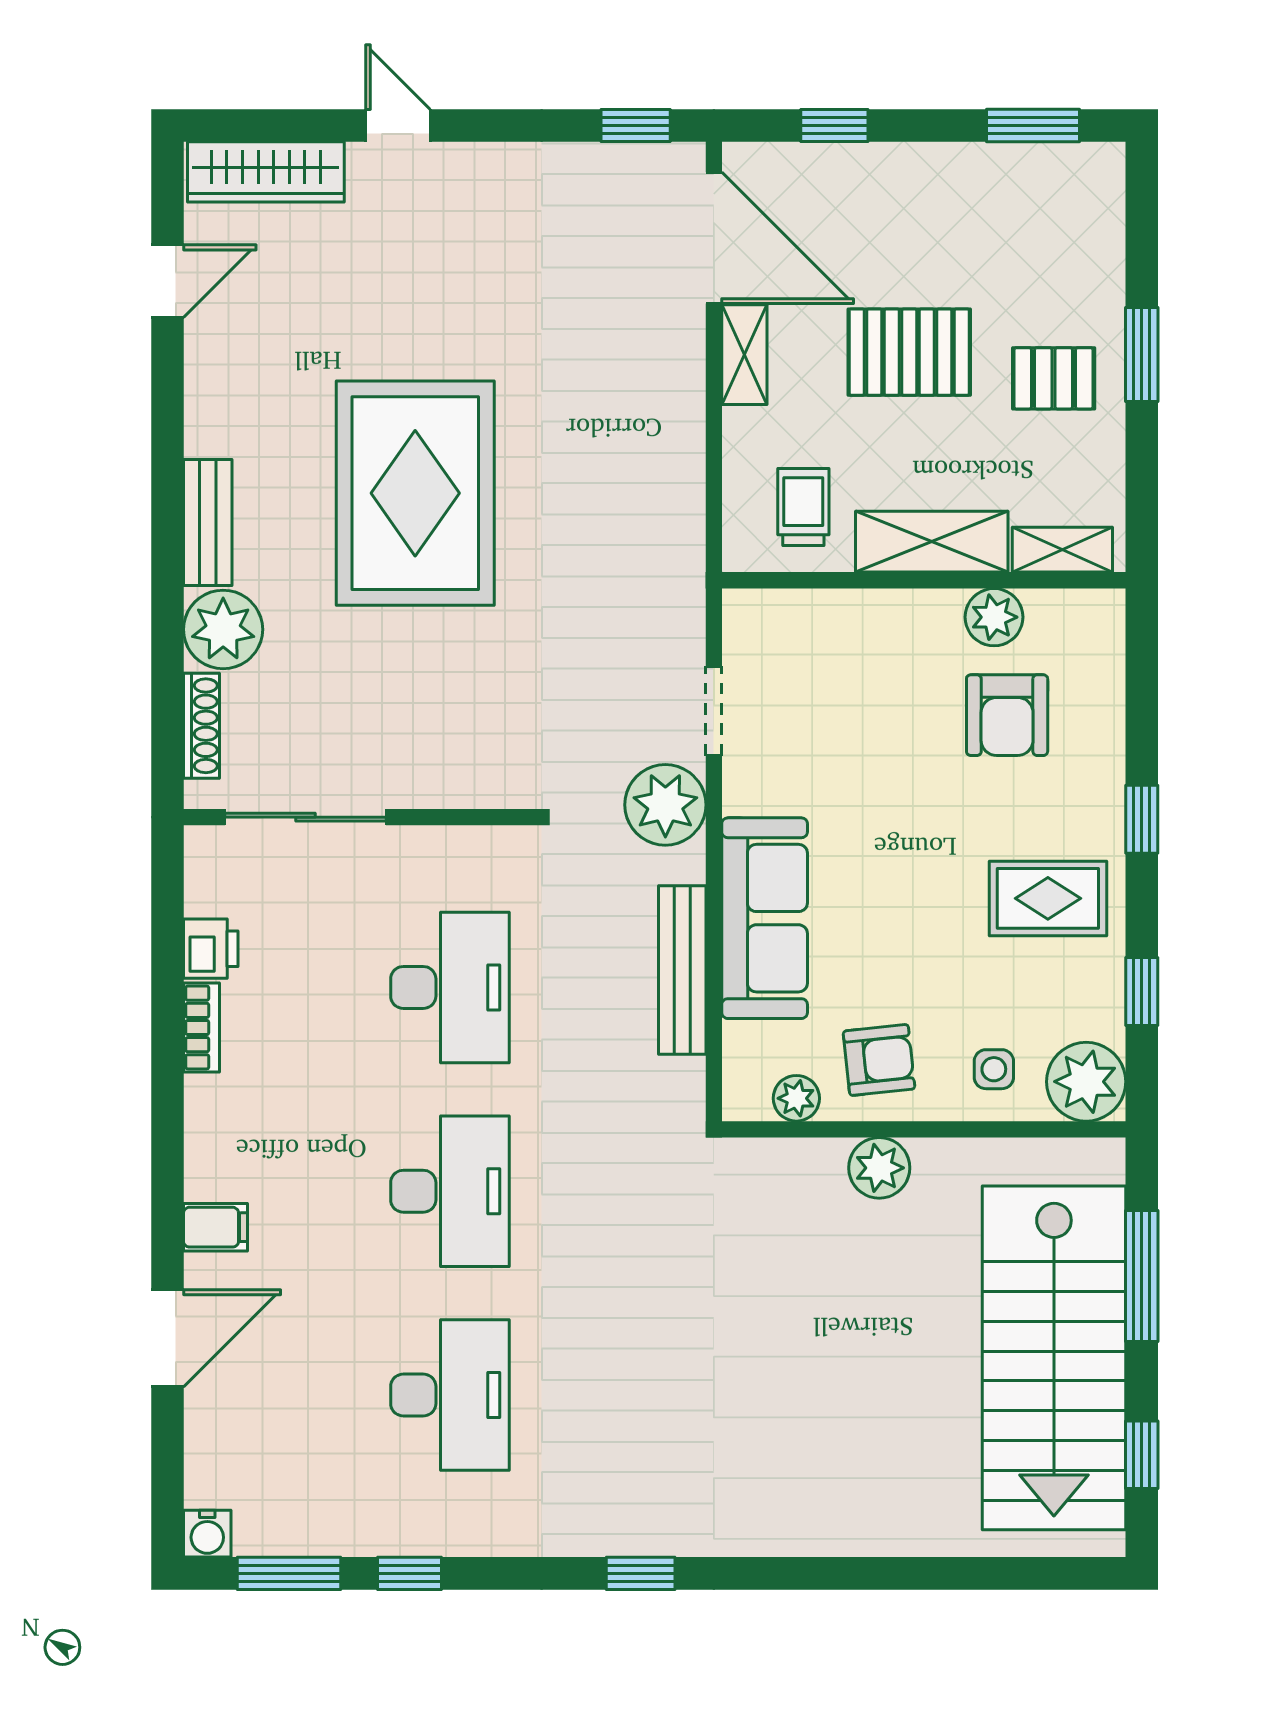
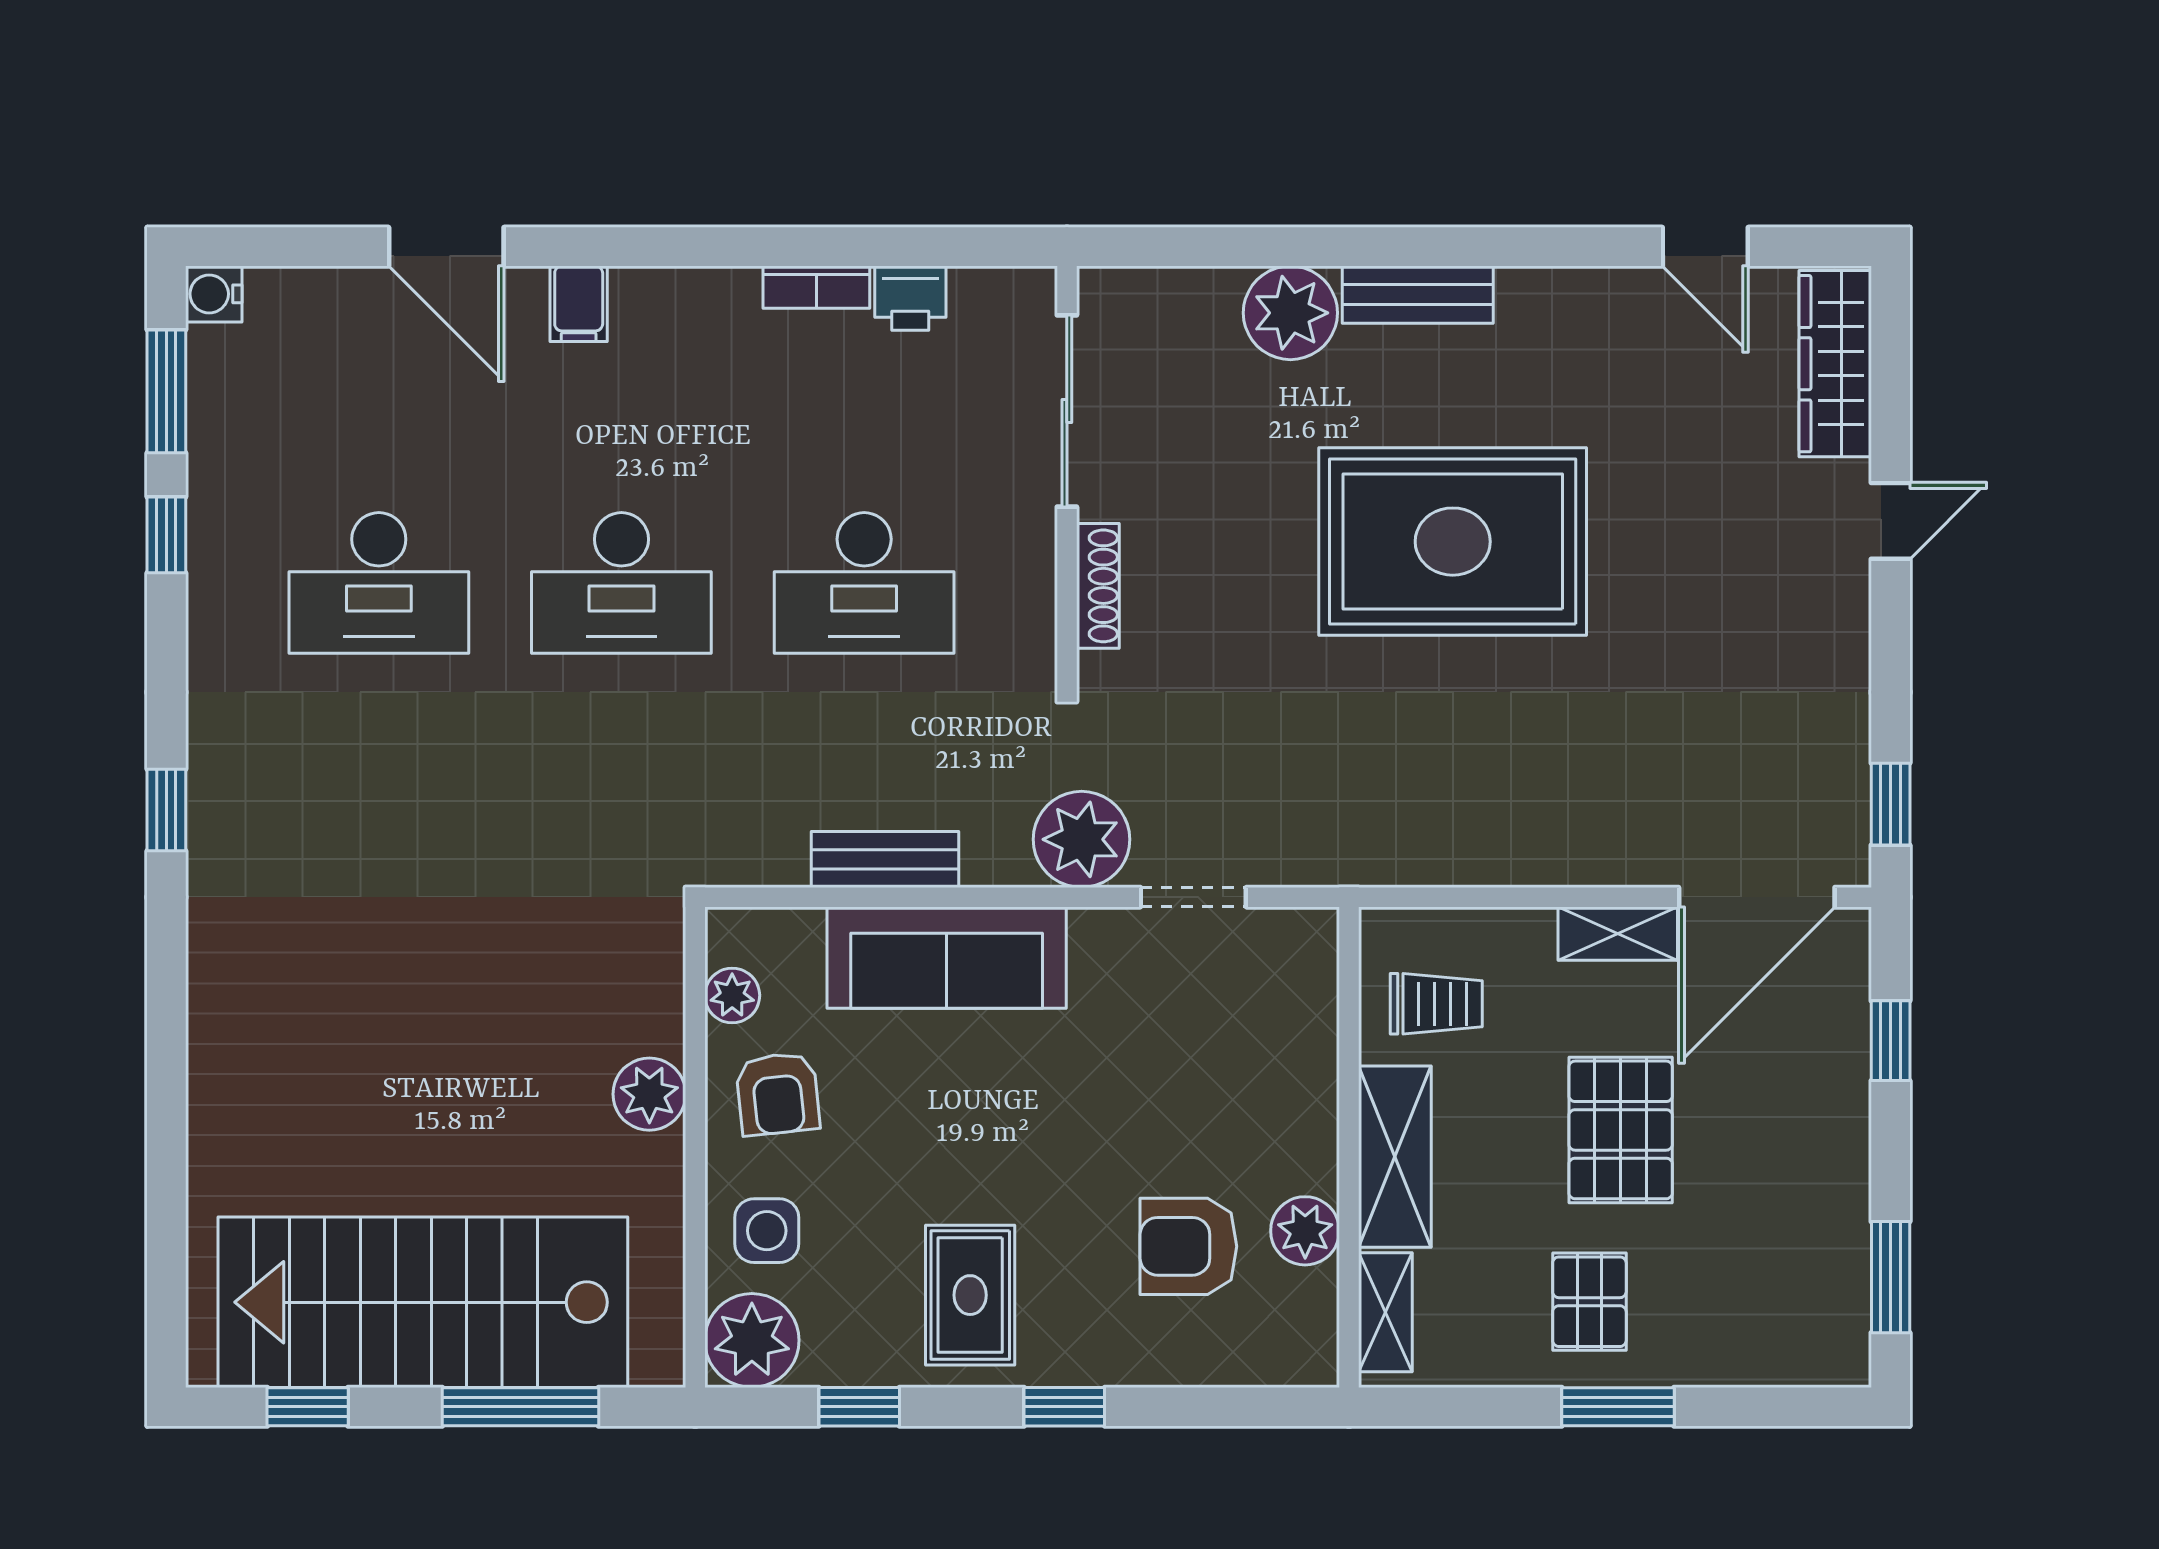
shoe rack: (202, 726) -> (1098, 586), moved, turned -90
bench: (682, 970) -> (885, 859), width x0.73
side table: (994, 1069) -> (767, 1231), width x1.37, depth x1.37

